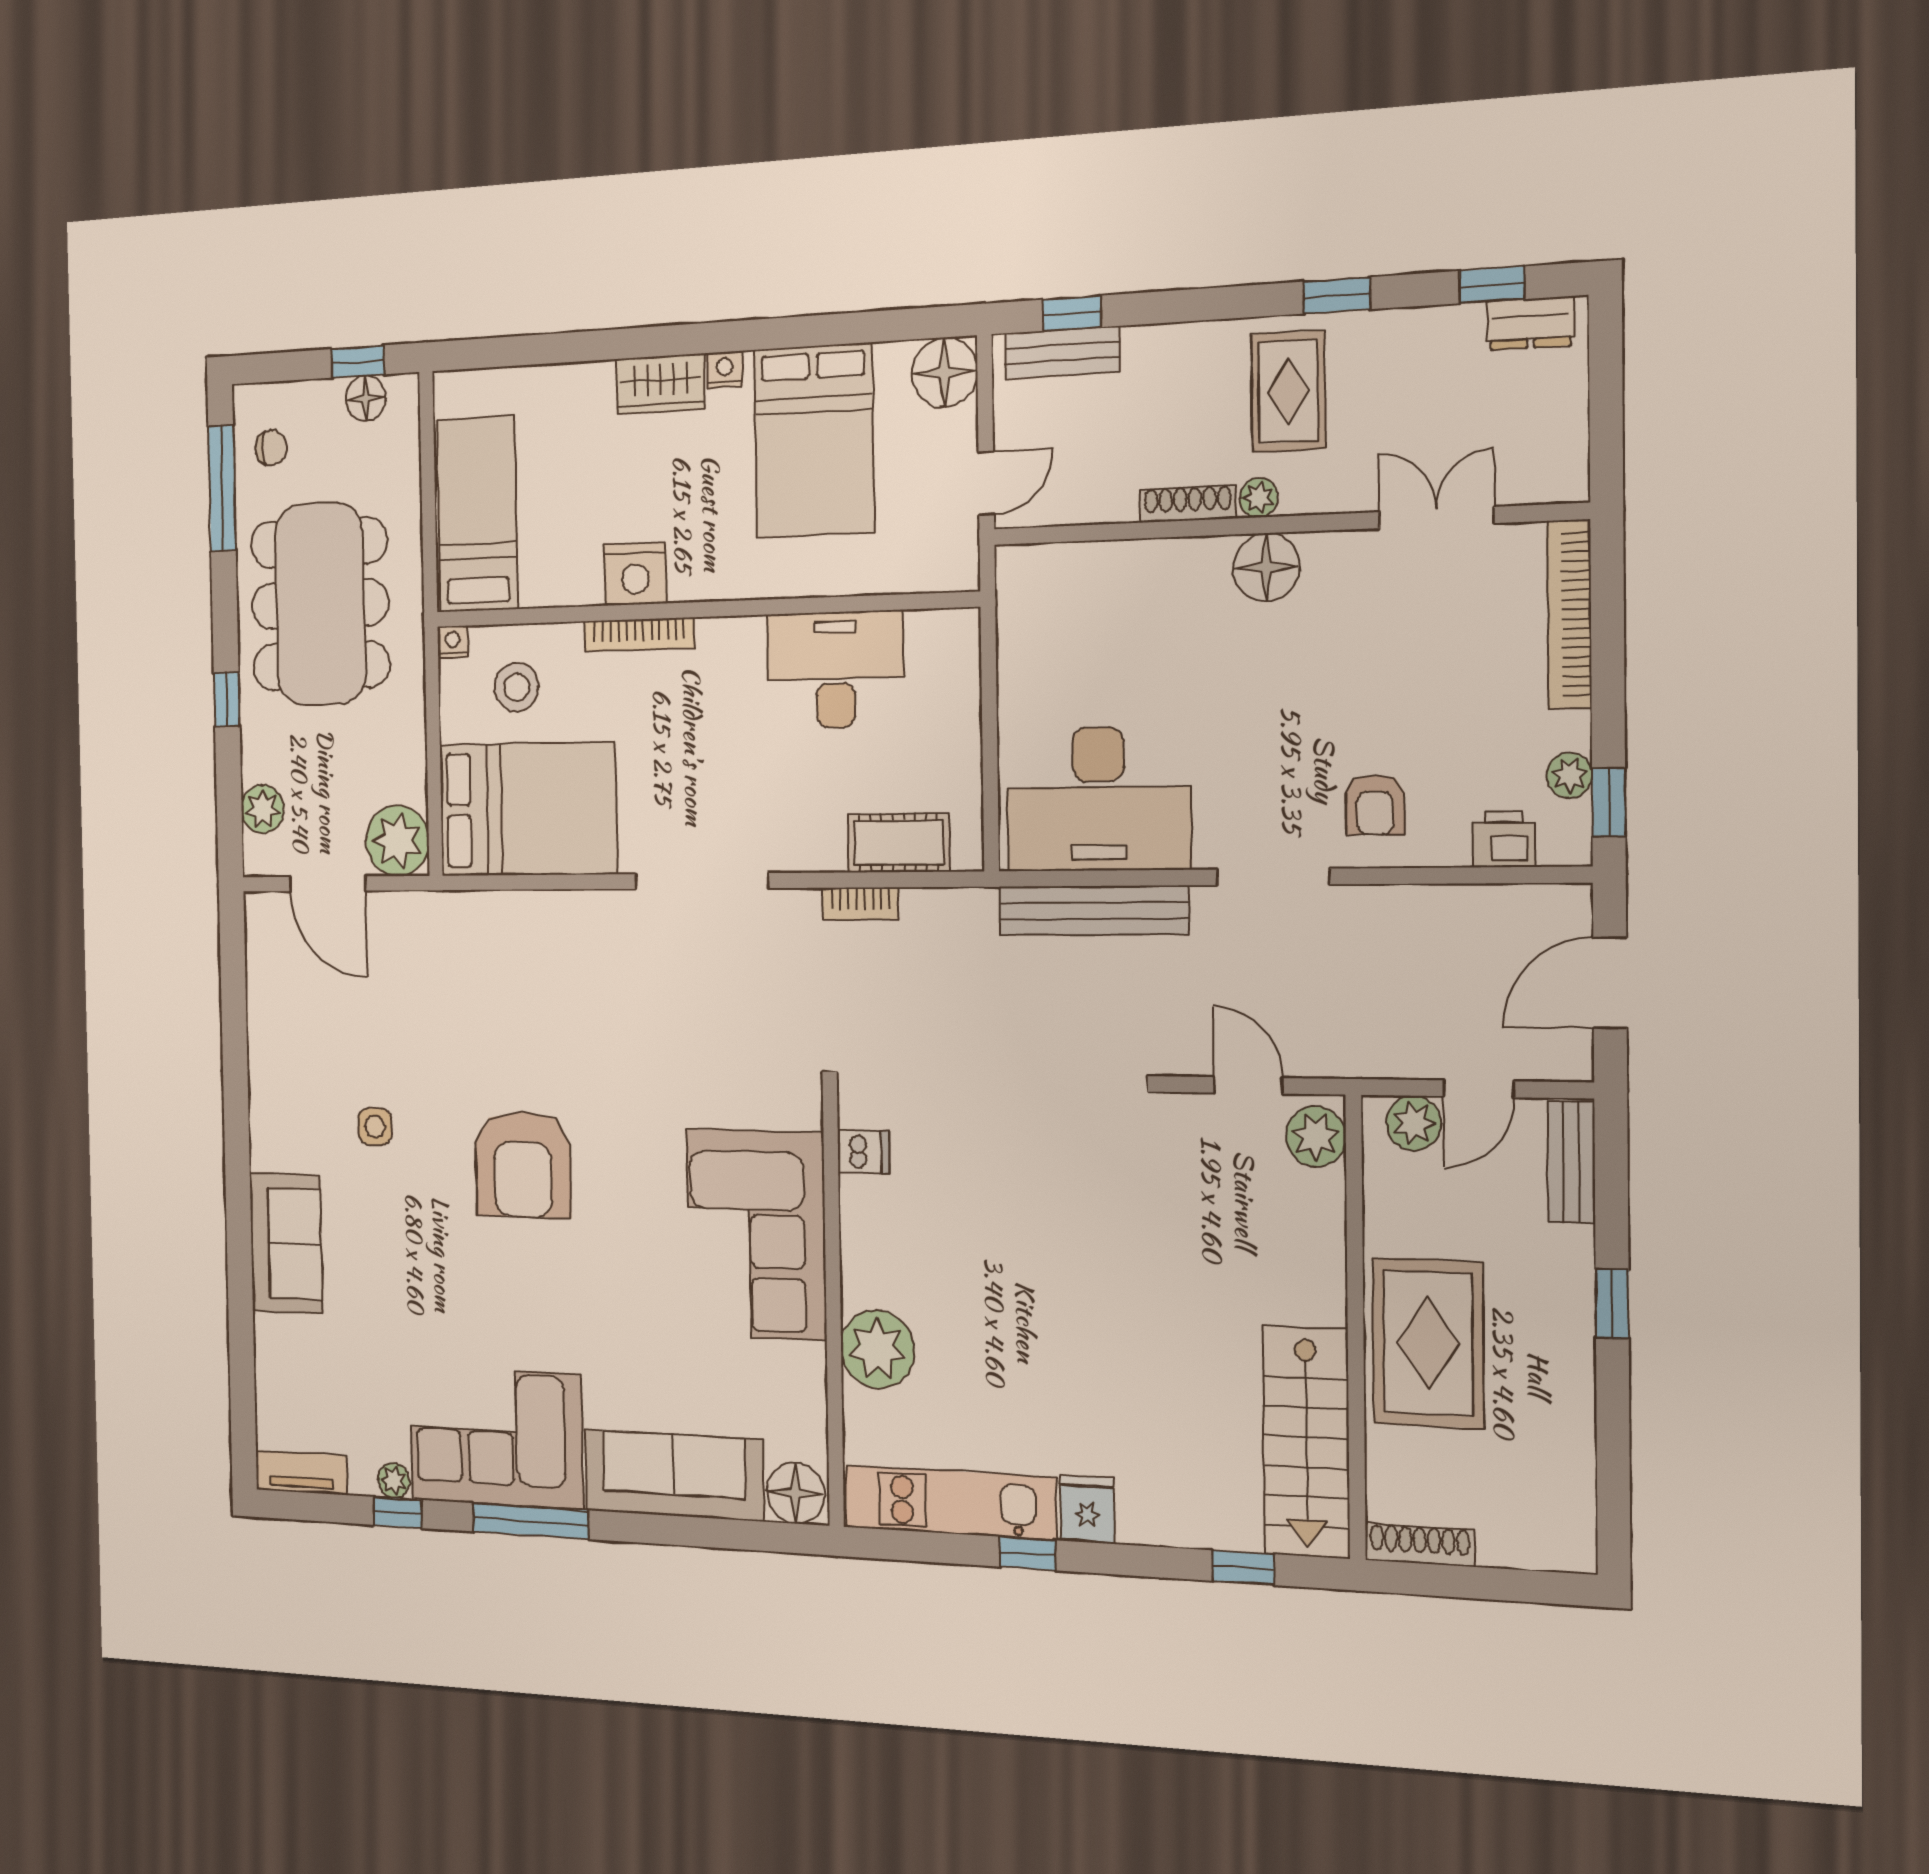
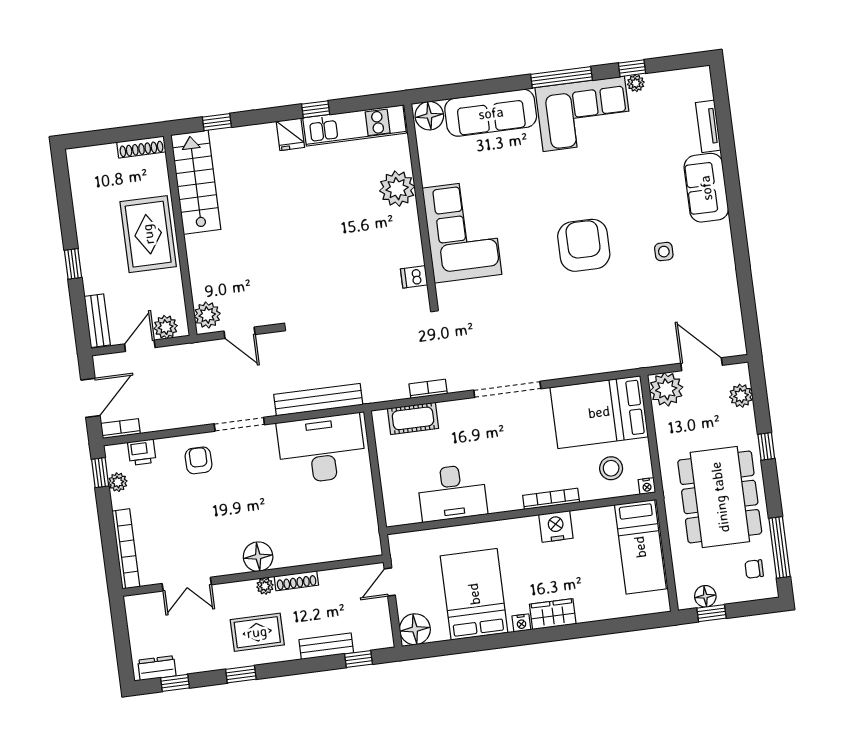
bench: (1062, 353) -> (326, 646), moved
rug: (1288, 391) -> (257, 632), turned 90
bookcase: (1547, 901) -> (120, 429), added
tv unit: (301, 1473) -> (708, 126), moved, turned 90

